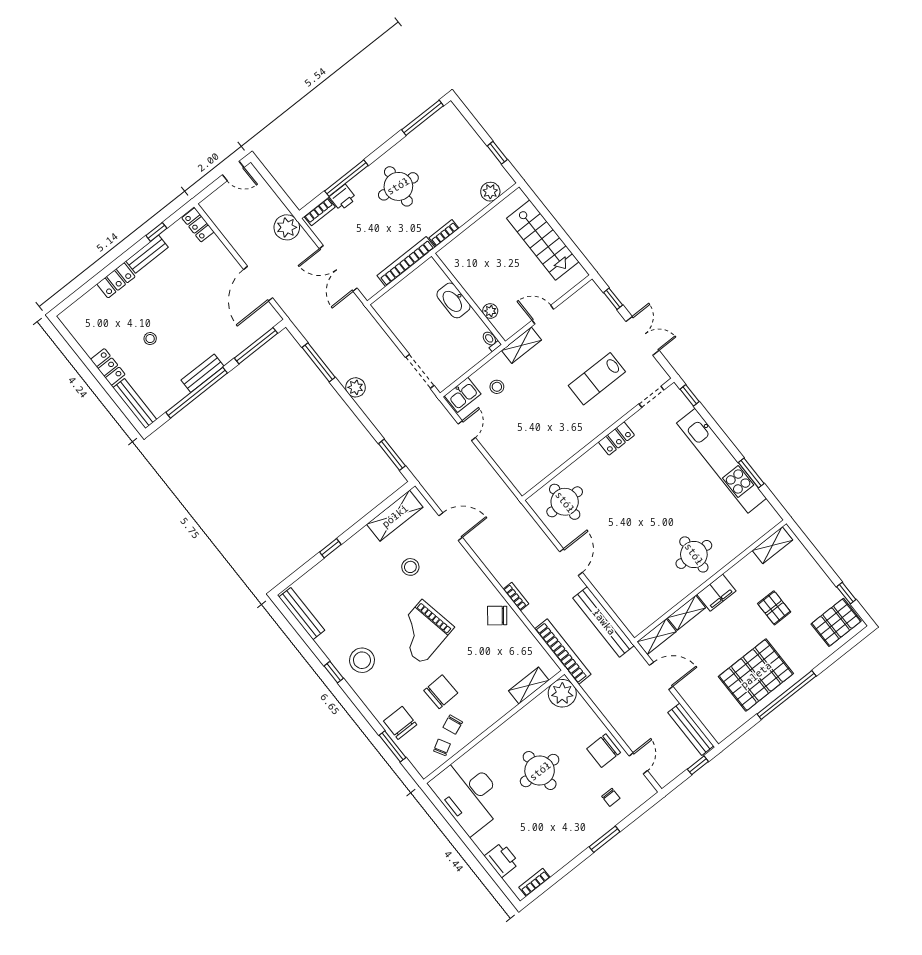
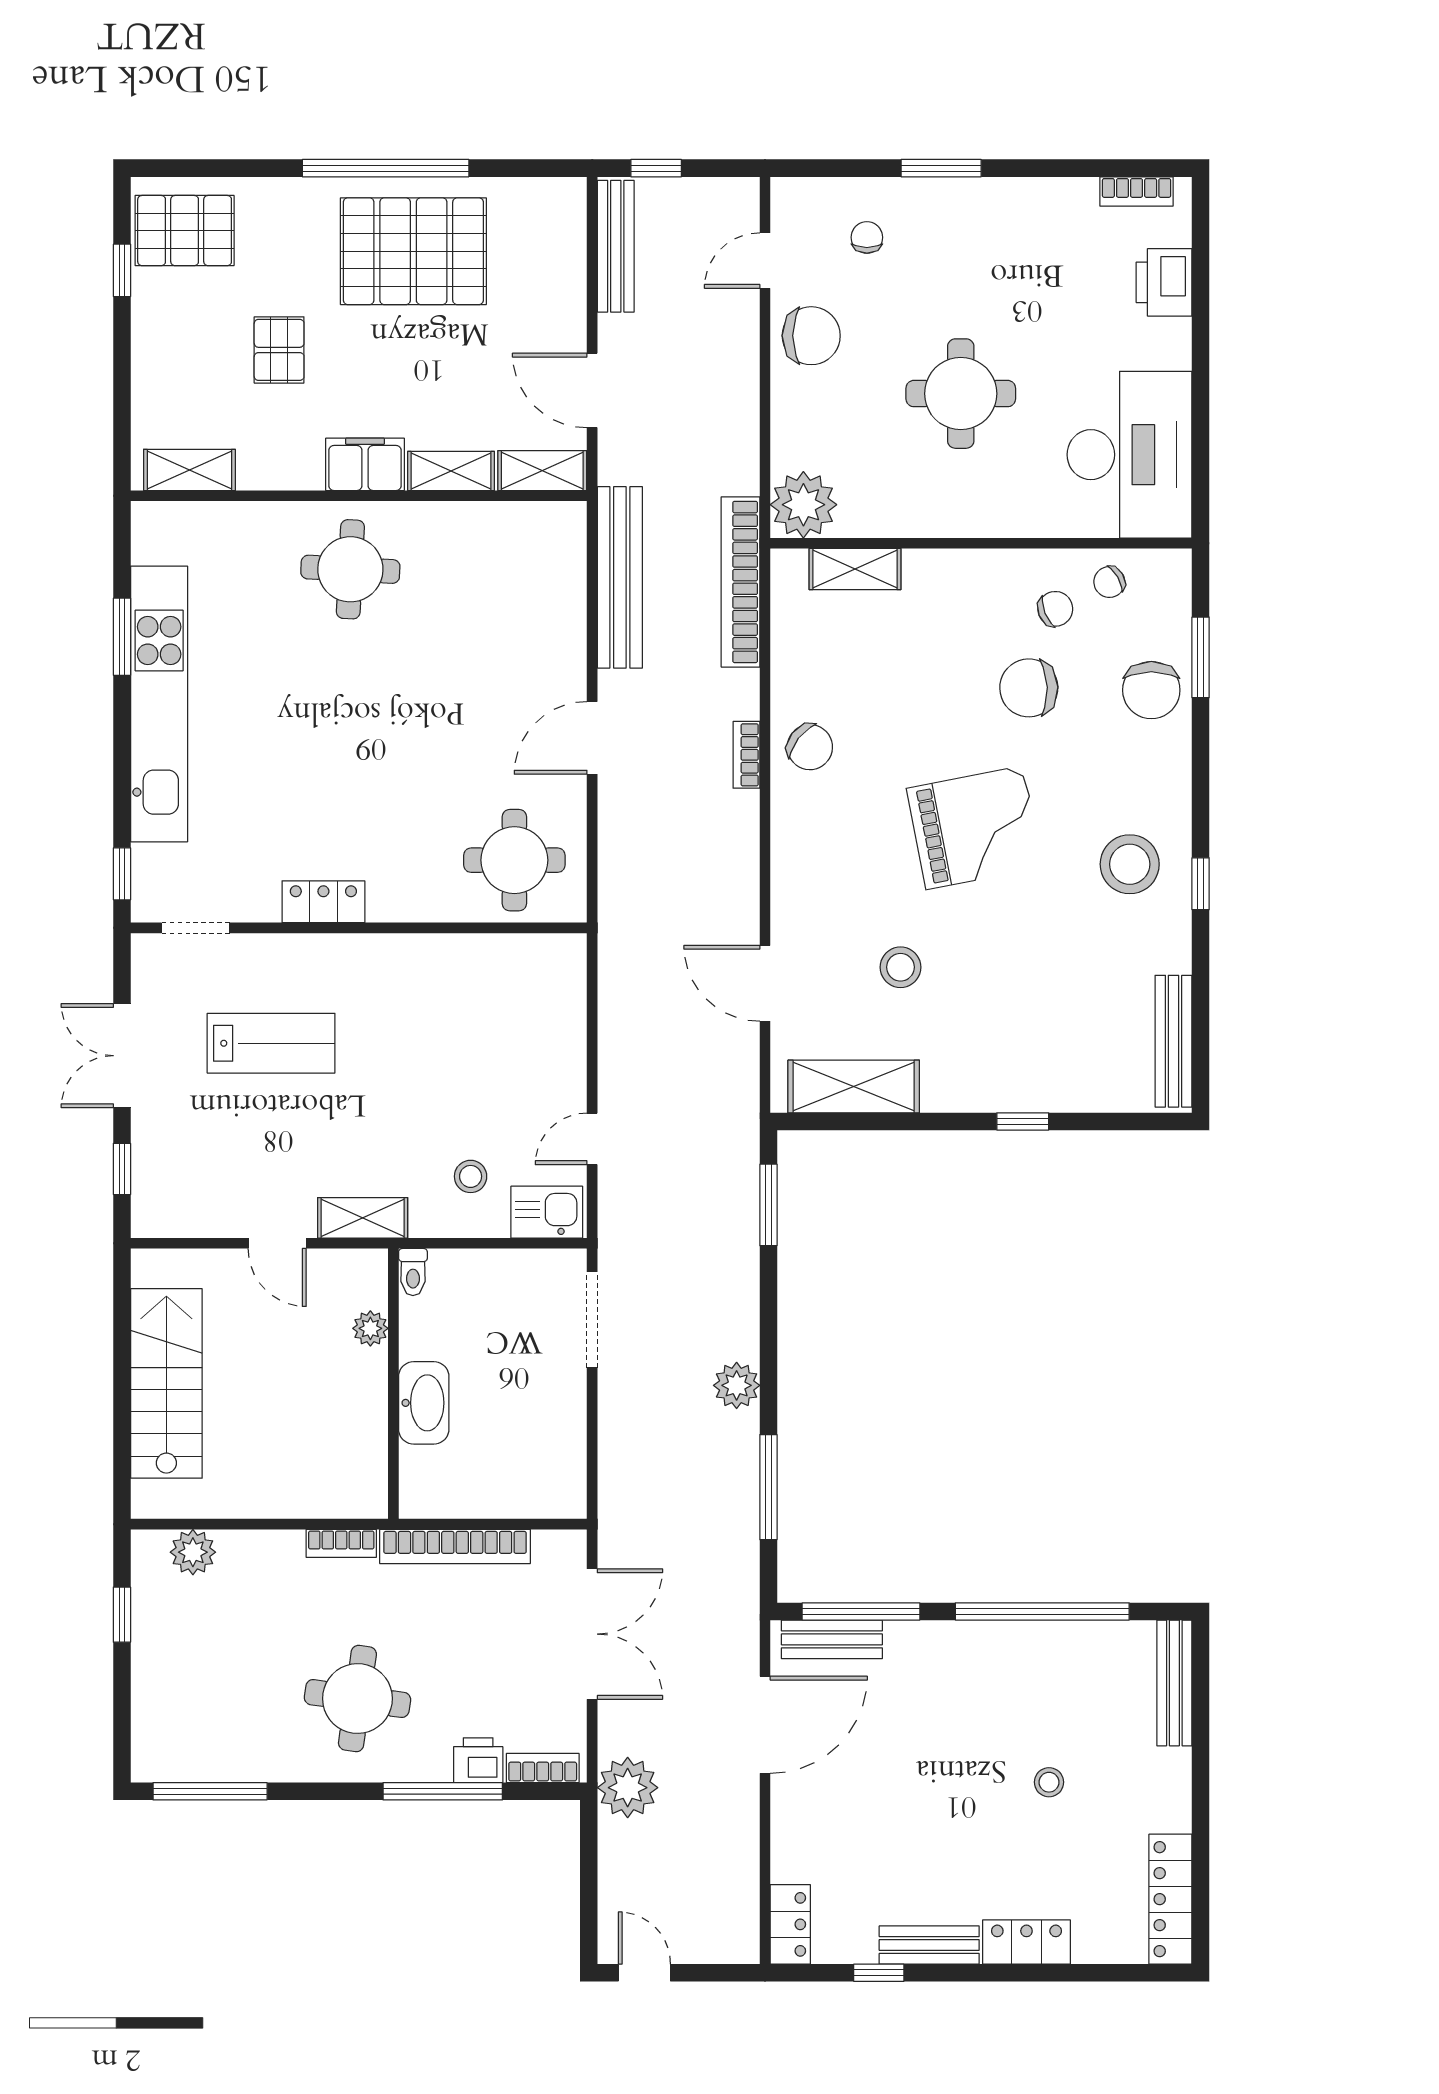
locker: (108, 367) -> (1170, 1899), moved, width x1.53
bench: (203, 373) -> (832, 1639), moved

